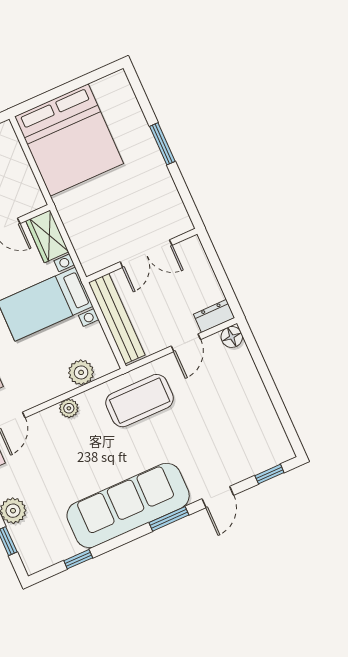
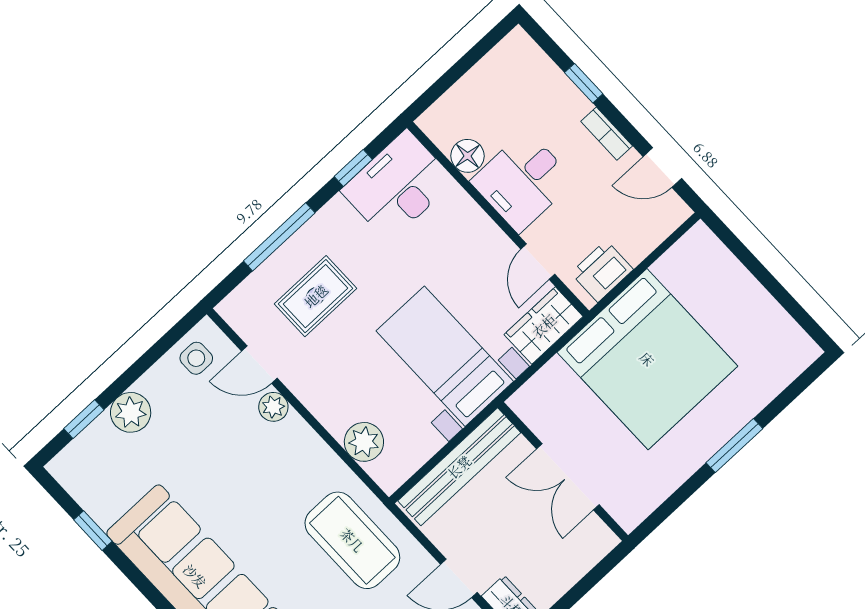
bed: (69, 140) -> (647, 359), moved, turned -90
printer: (26, 189) -> (602, 271), added
plant: (69, 408) -> (273, 407), moved

